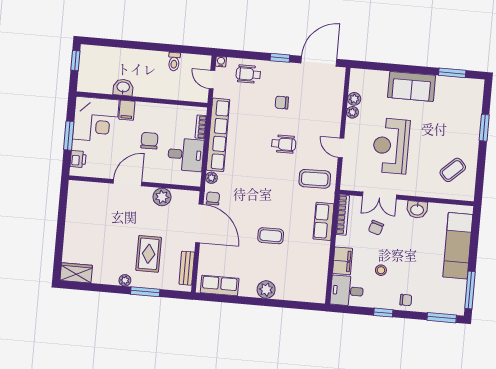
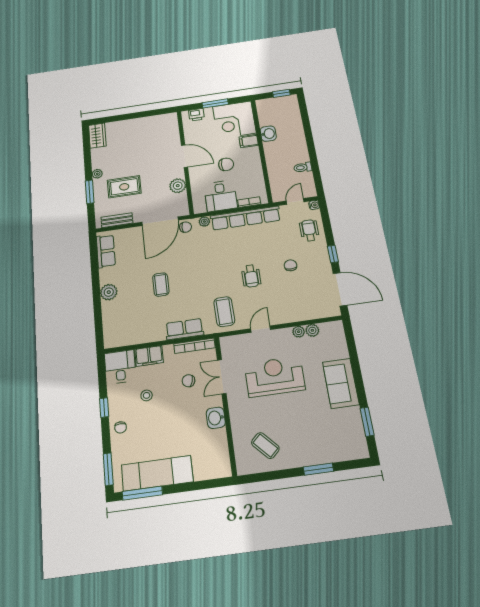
exam couch: (458, 246) -> (157, 473), moved

